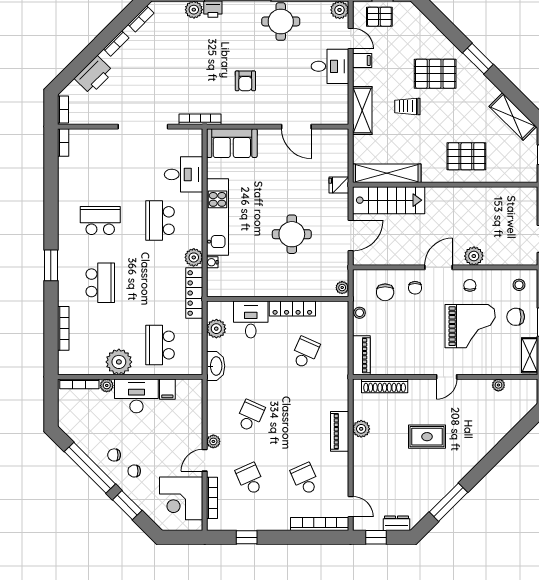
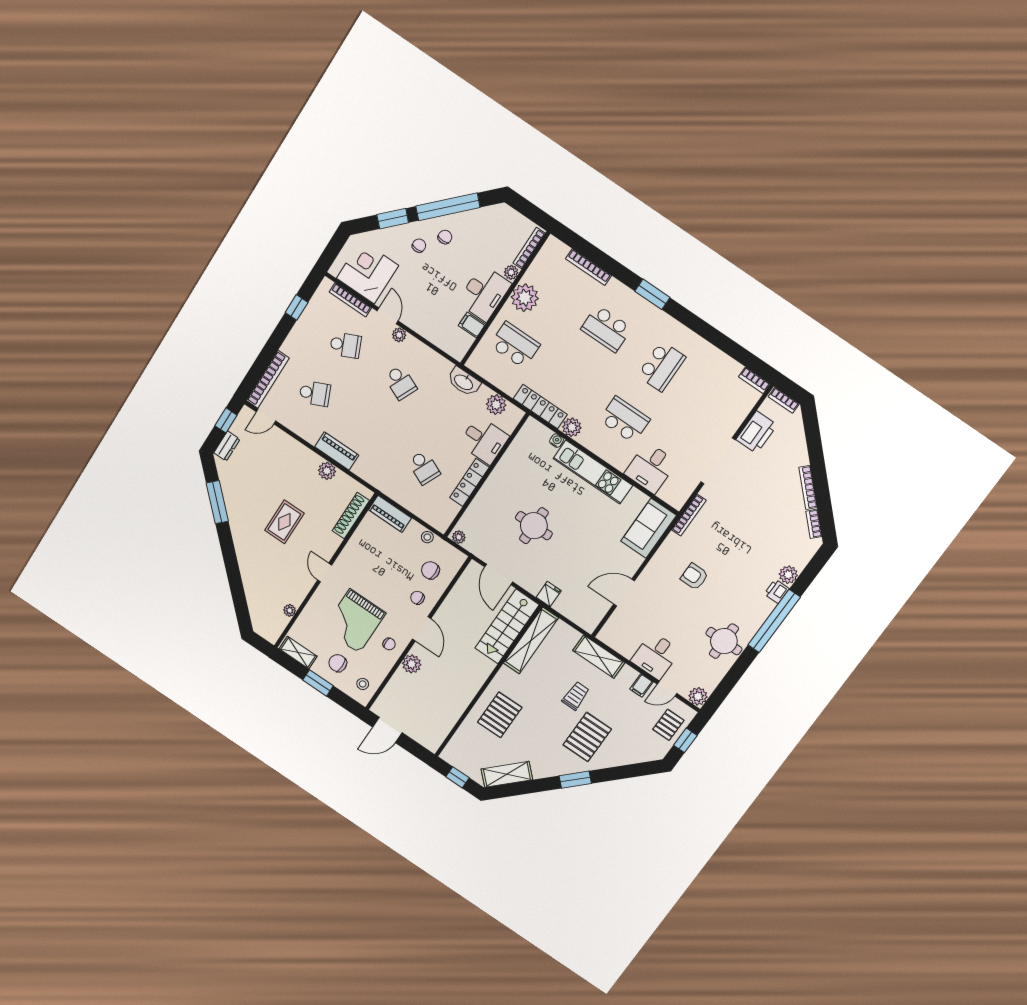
bookcase: (116, 43) -> (808, 487), width x1.56
printer: (94, 75) -> (757, 432), moved, turned -135
chair: (516, 317) -> (338, 663), turned -90

